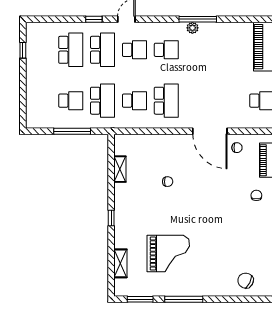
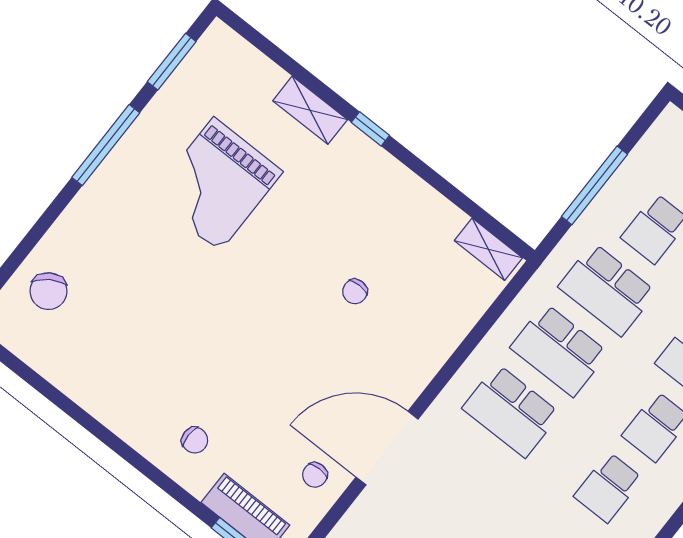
school desk: (134, 101) -> (559, 350), width x1.85
shelving: (120, 169) -> (488, 249), moved
shelving: (120, 263) -> (310, 110), moved
chair: (246, 281) -> (48, 291), turned 120

